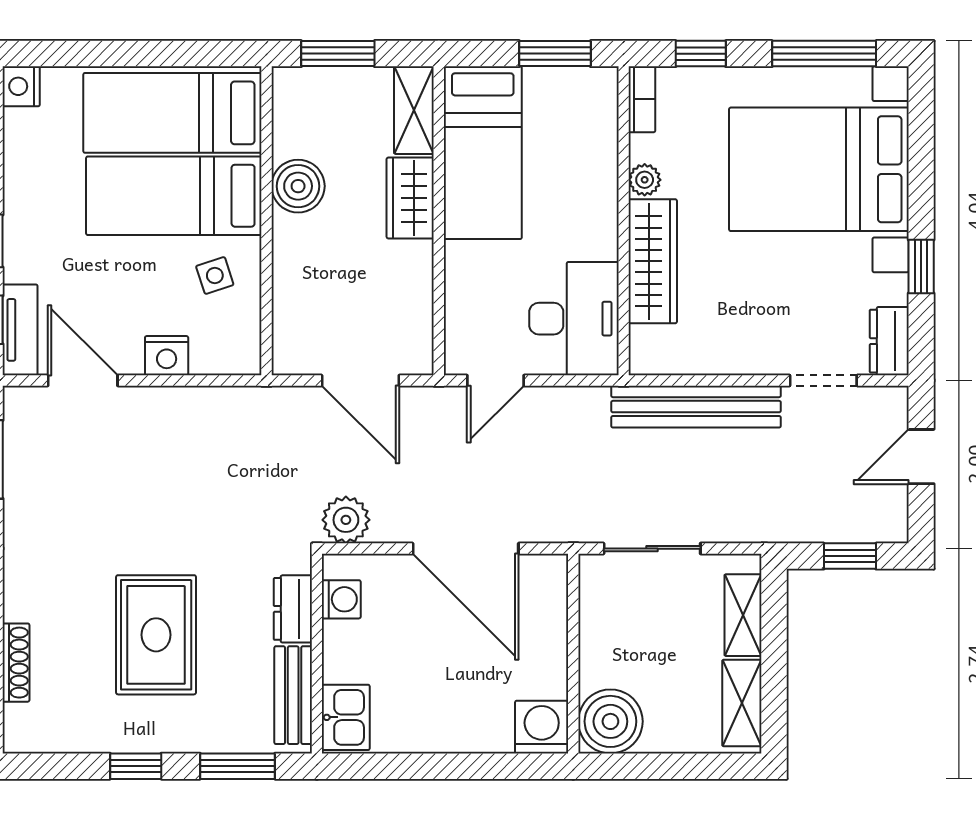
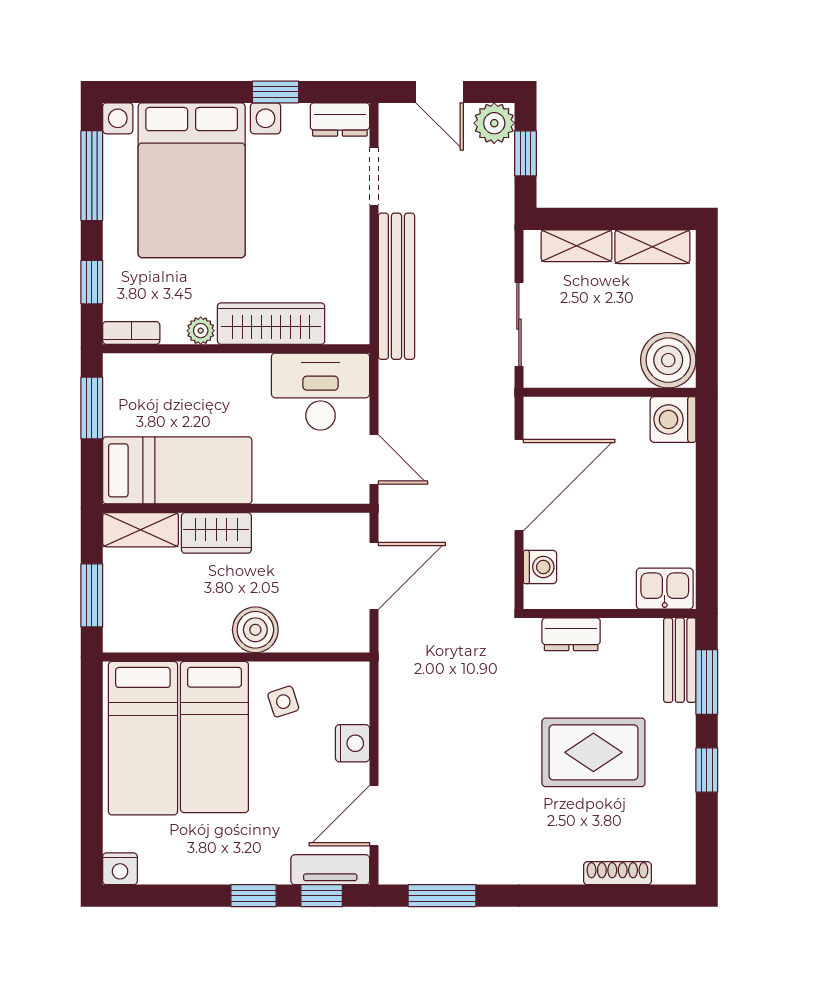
boiler: (298, 186) -> (255, 630), moved
plant: (346, 520) -> (494, 123), moved
washing machine: (341, 599) -> (540, 567), moved, turned 90
bench: (293, 695) -> (680, 660), moved, turned 90

